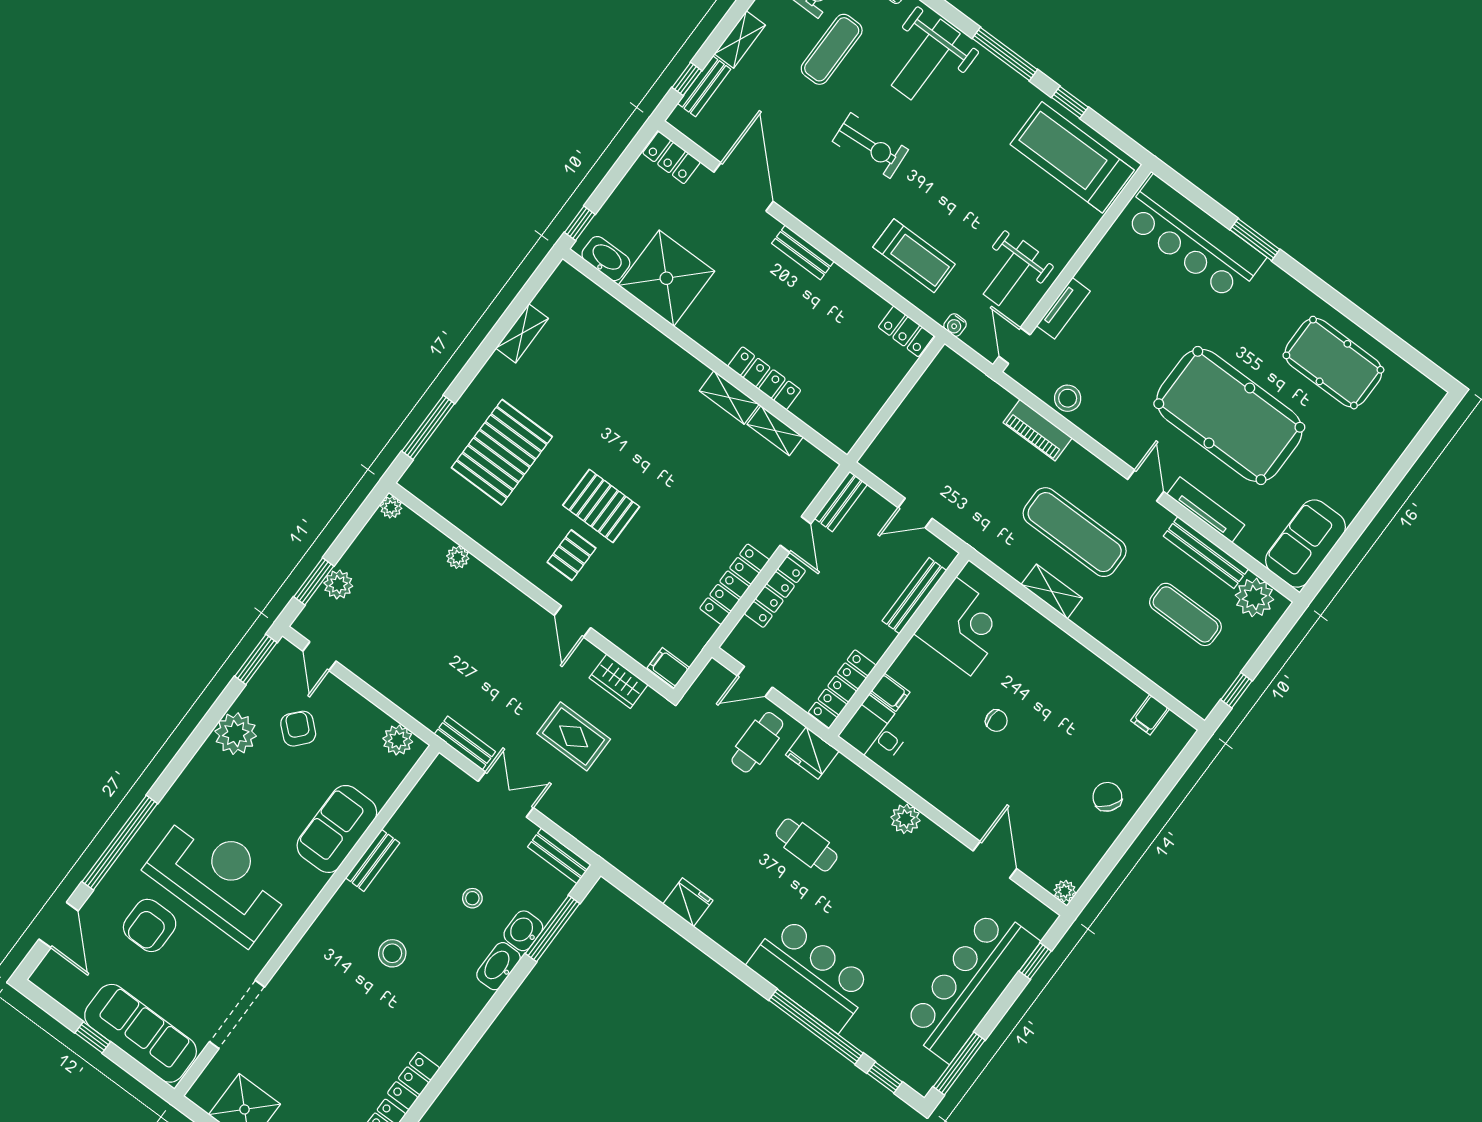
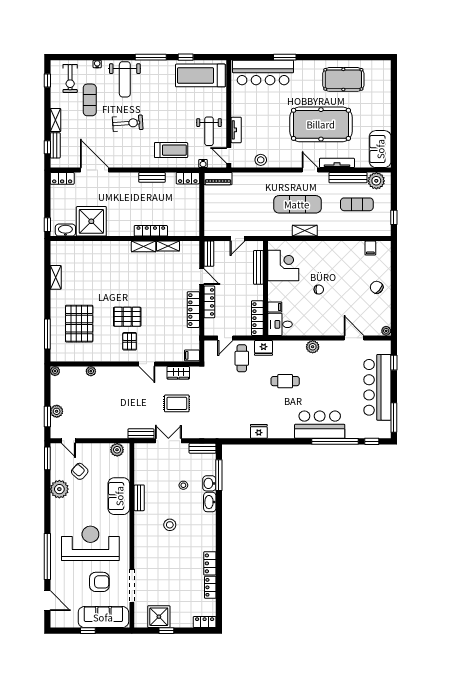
bench: (803, 252) -> (152, 177), moved
piano: (1038, 430) -> (218, 179), moved
armchair: (150, 925) -> (99, 582), moved, turned -90

